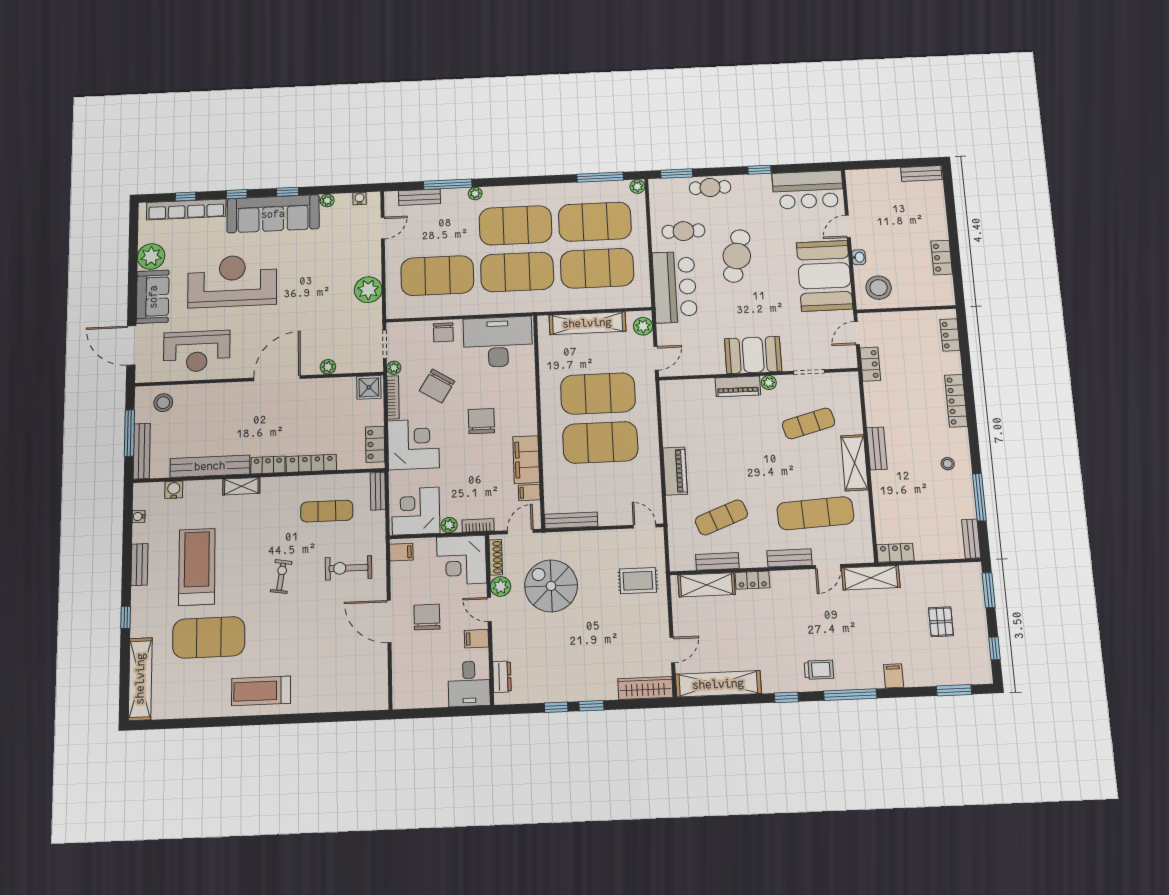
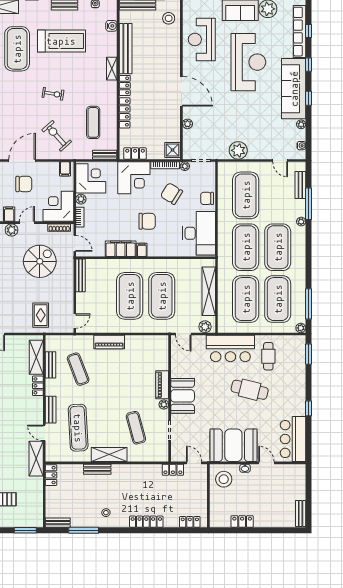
cafe table: (710, 188) -> (298, 375), removed
bench: (877, 448) -> (97, 469), moved
filing cabinet: (529, 492) -> (142, 250), moved
exercise bike: (348, 568) -> (57, 136), turned -42
plant: (501, 586) -> (12, 230), moved

